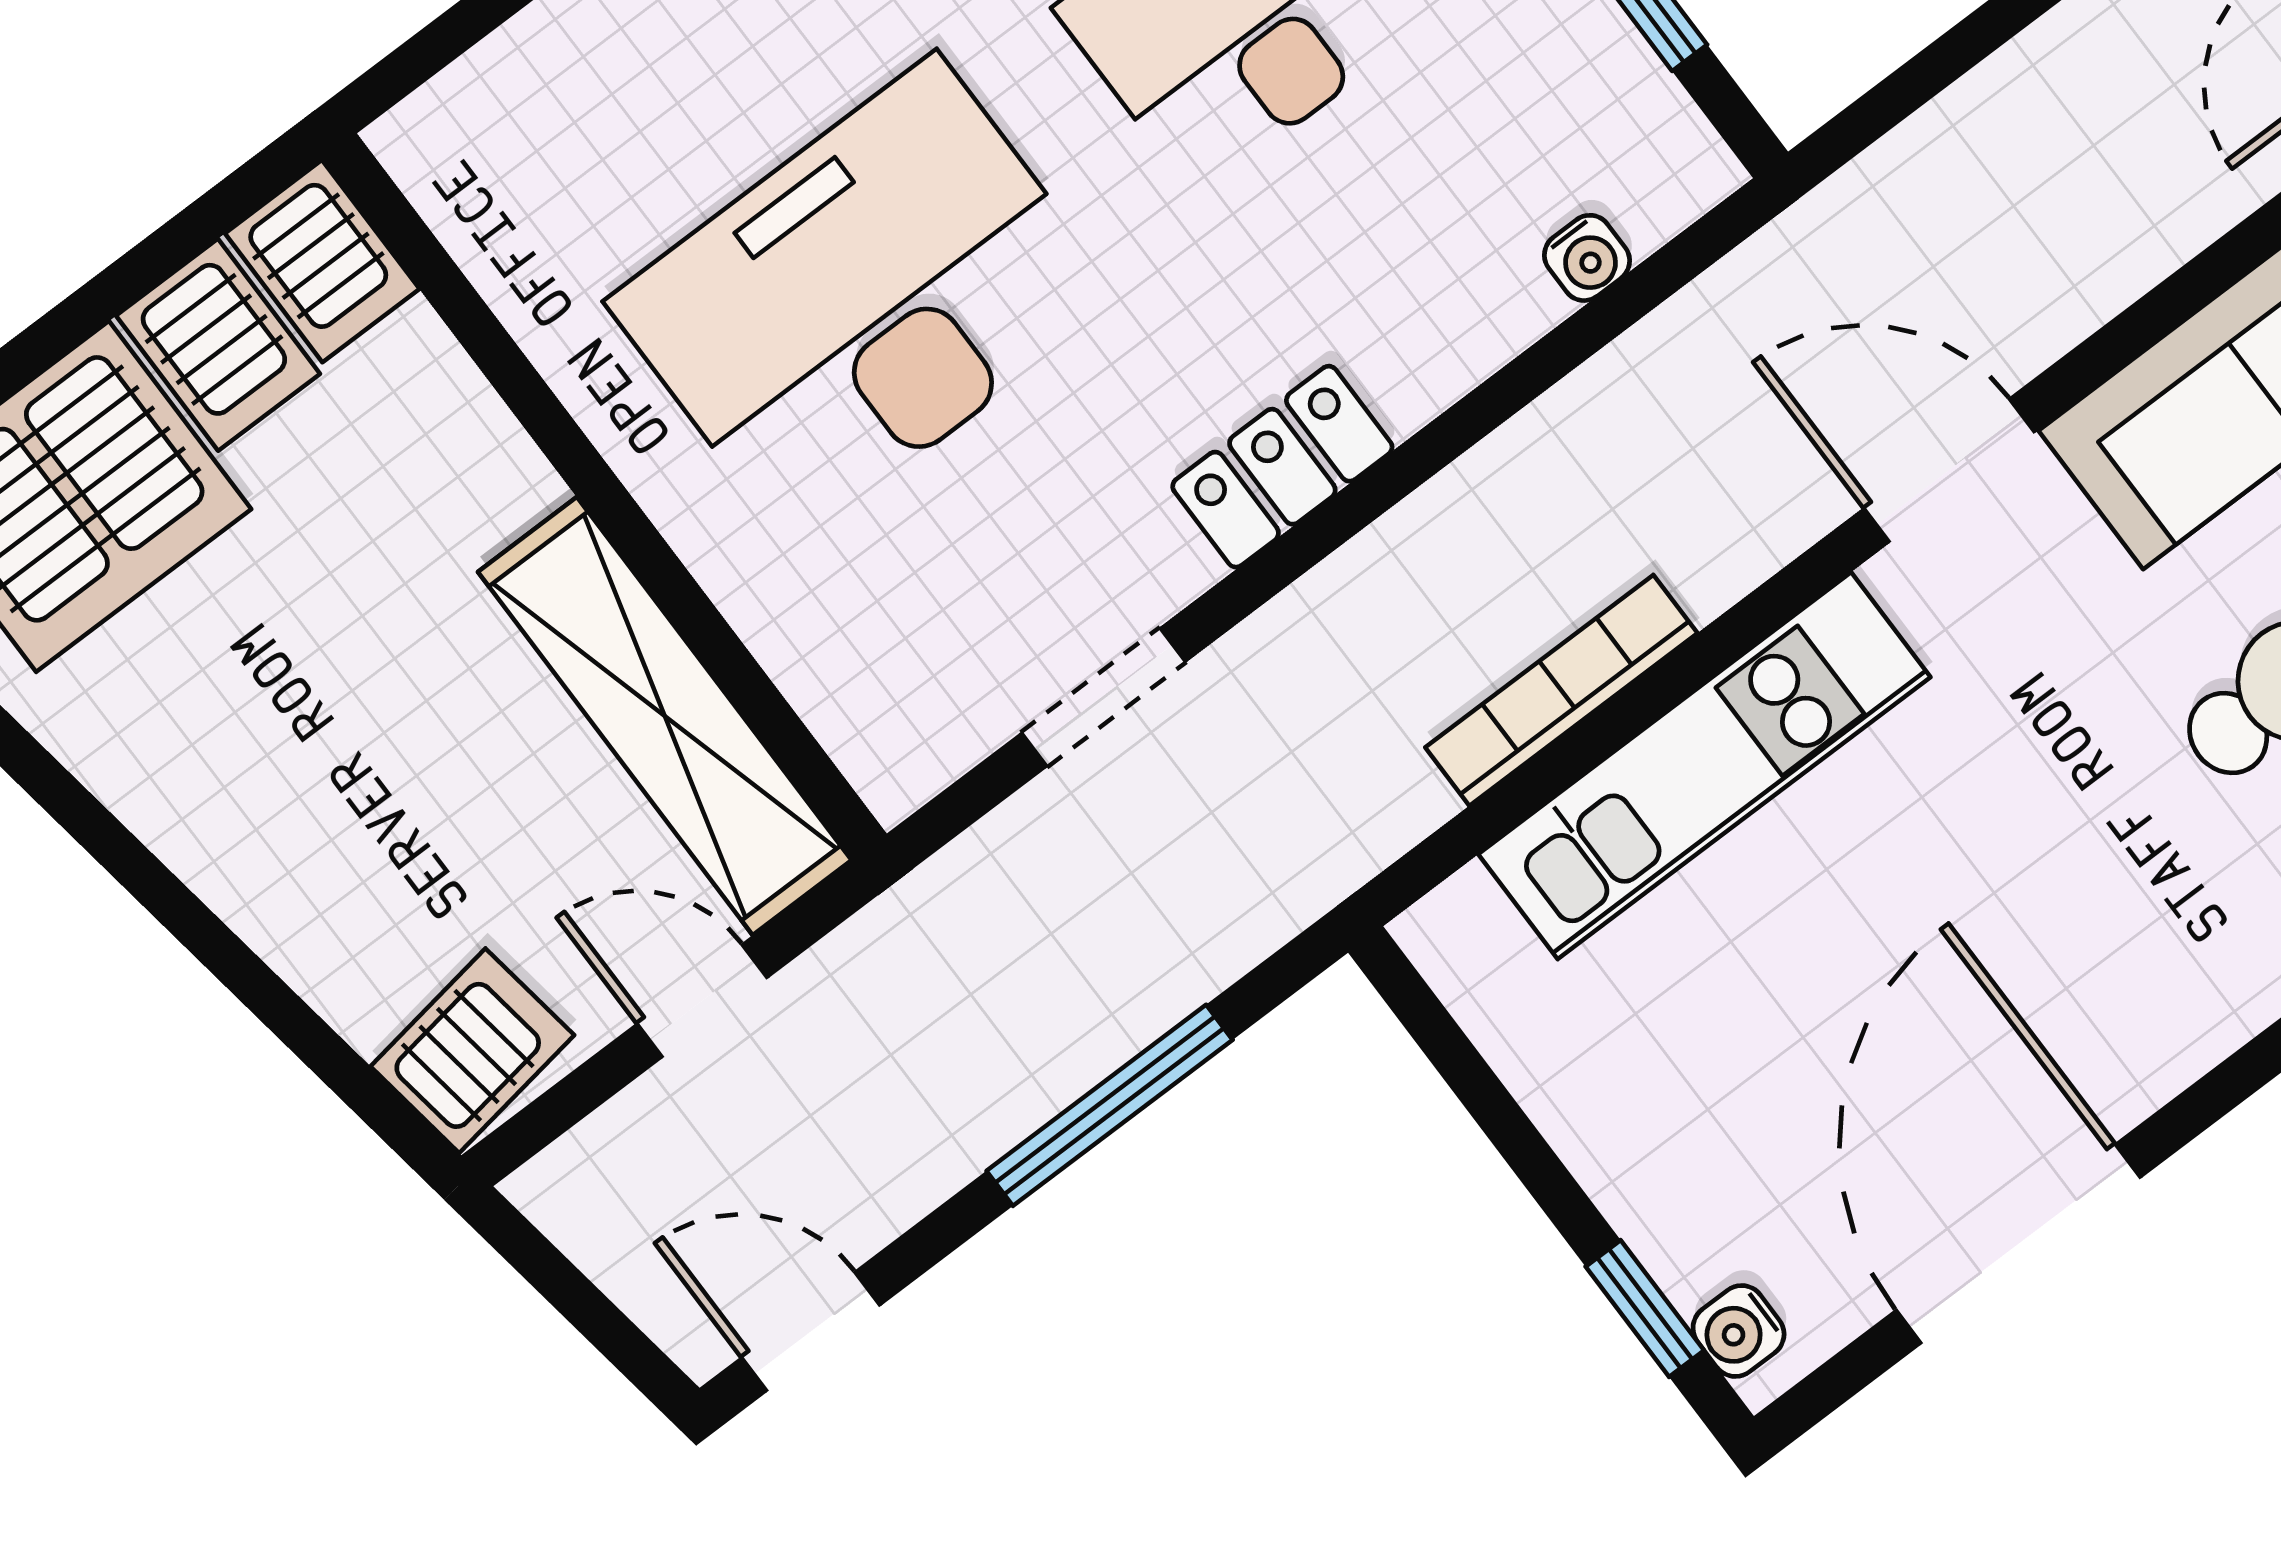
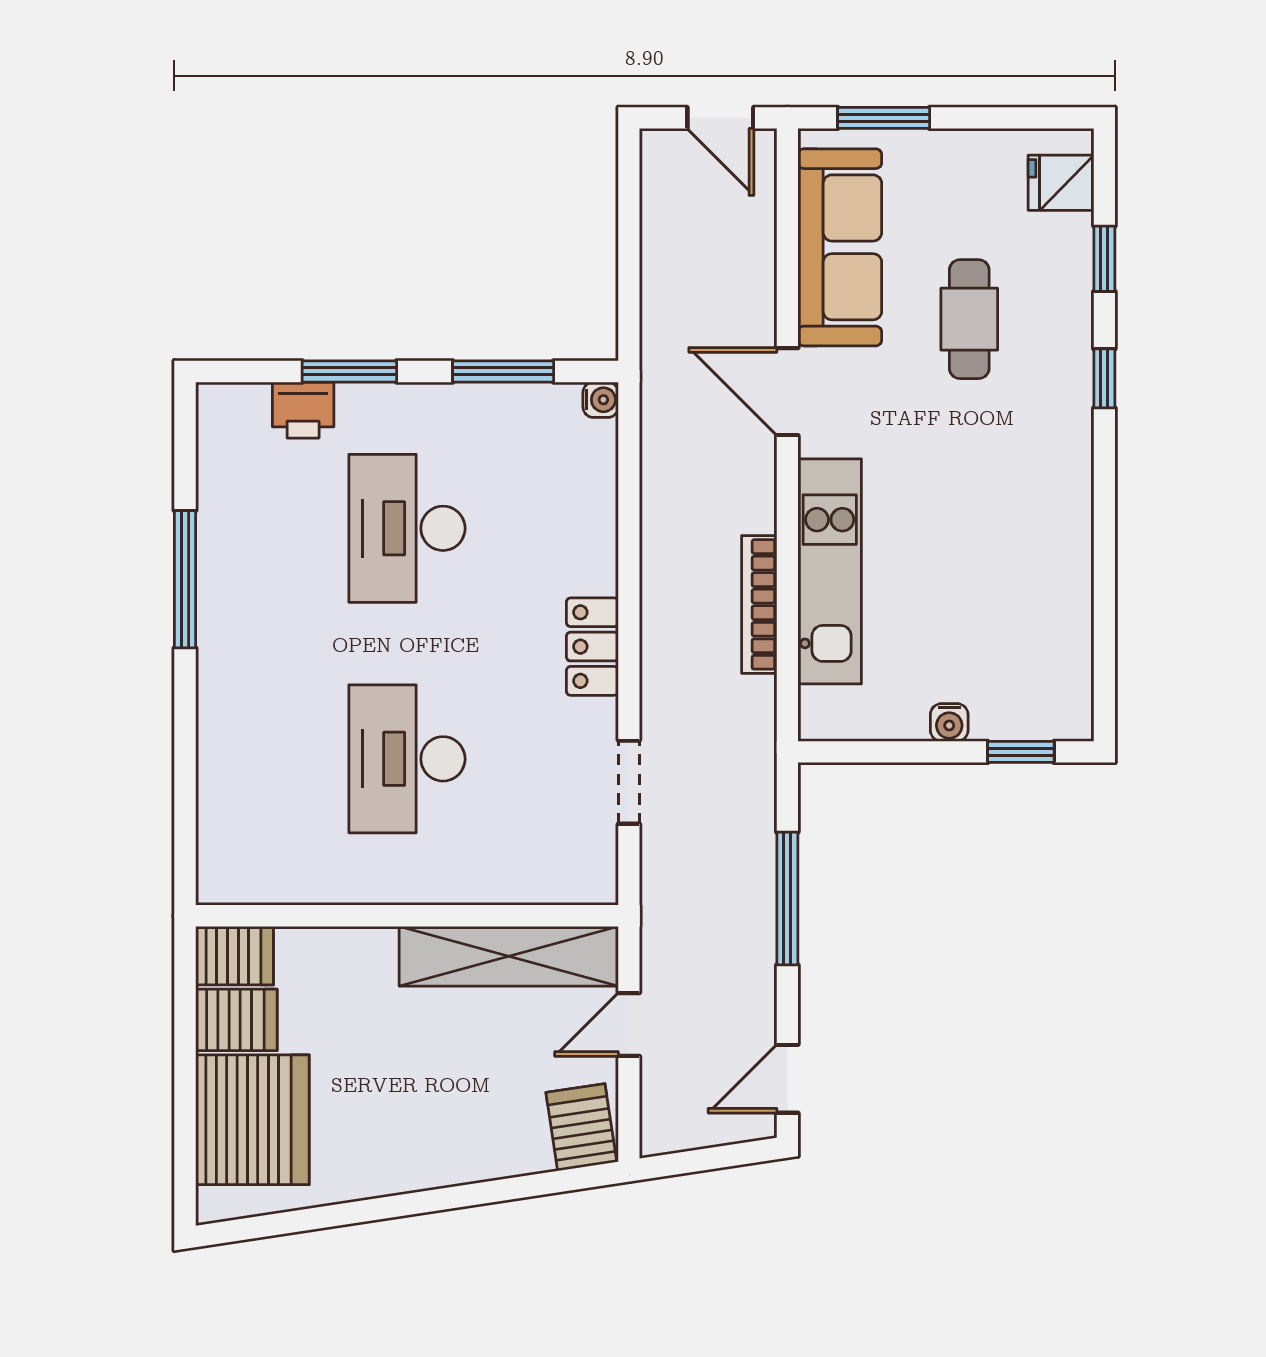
water cooler: (1587, 258) -> (601, 400), moved
desk: (864, 300) -> (407, 759), width x0.73, depth x0.77
door: (1949, 470) -> (787, 392), hinge flipped
door: (2018, 1244) -> (1104, 590), removed
water cooler: (1739, 1331) -> (949, 722), moved

